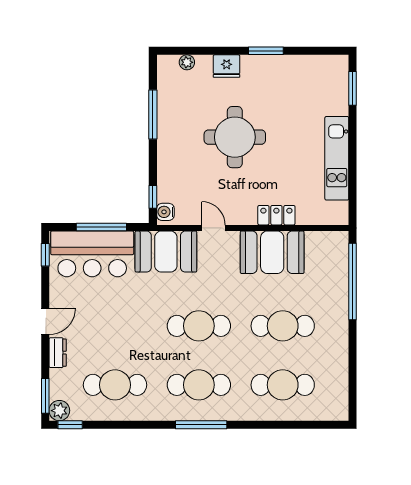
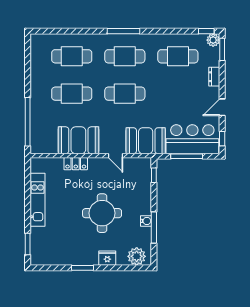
plant: (187, 62) -> (137, 256), width x1.87, depth x1.87
water cooler: (165, 212) -> (146, 221), moved
door: (45, 321) -> (222, 107), moved

